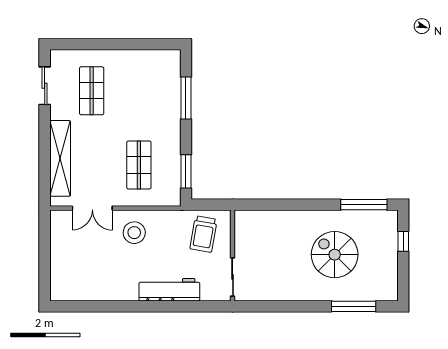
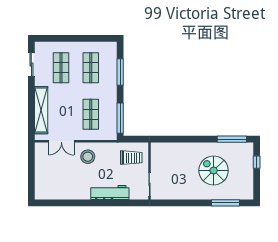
shop shelf: (139, 91) -> (91, 68), added
window: (186, 171) -> (120, 118), width x1.44
trolley: (203, 234) -> (131, 158), turned -100

